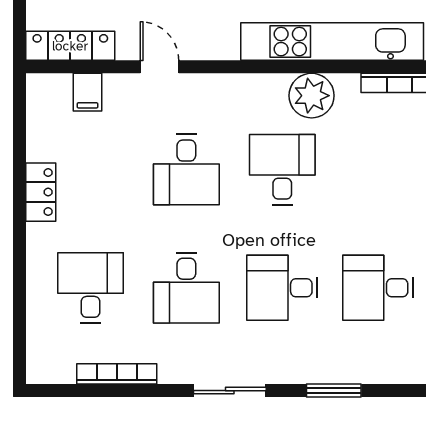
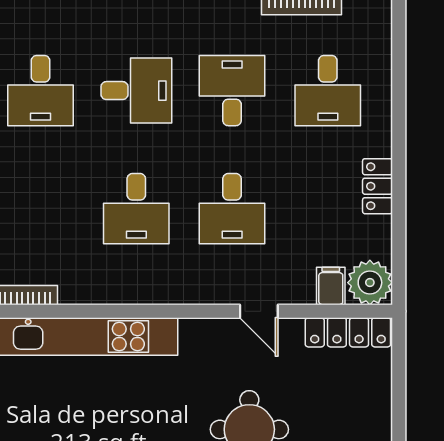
plant: (312, 96) -> (370, 283), moved
desk: (186, 170) -> (232, 209), turned 180
desk: (378, 288) -> (41, 91), turned 90

